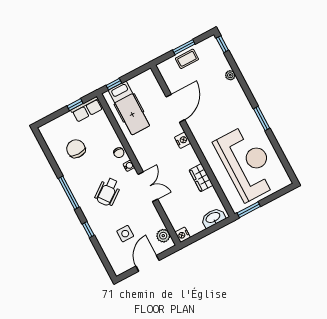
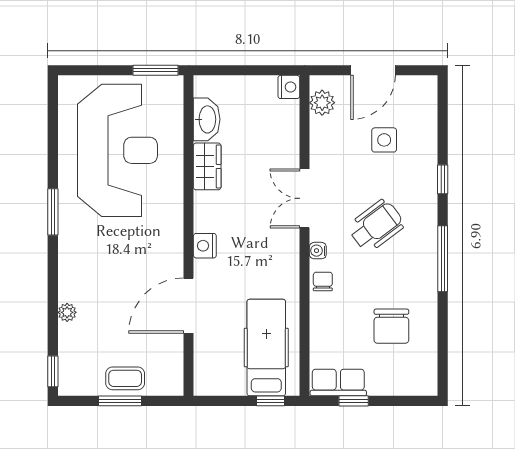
reception desk: (247, 163) -> (118, 150), turned 180
washbasin: (213, 218) -> (207, 119), moved, turned -90

